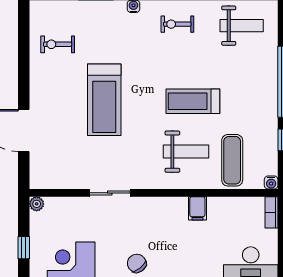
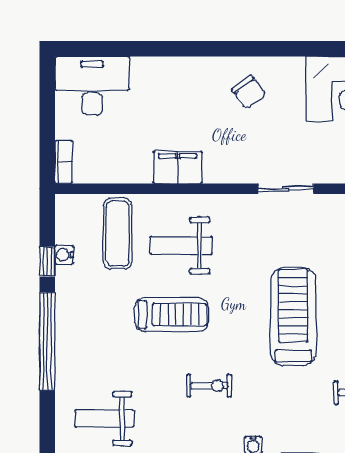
exercise bike: (177, 24) -> (209, 386), moved
water cooler: (271, 183) -> (64, 255), moved, turned -90
filing cabinet: (197, 208) -> (178, 167), width x2.00

